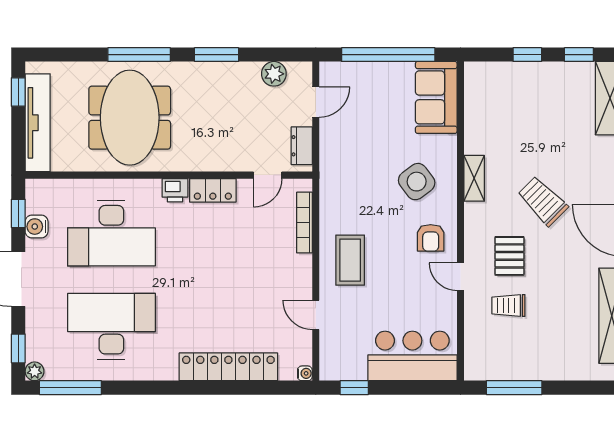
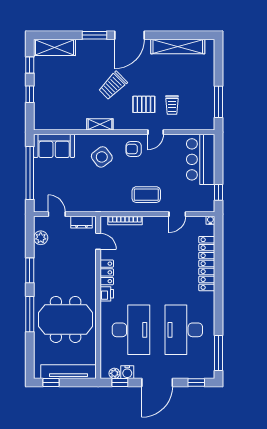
armchair: (431, 238) -> (134, 149), turned 180
plant: (35, 371) -> (114, 373), moved

